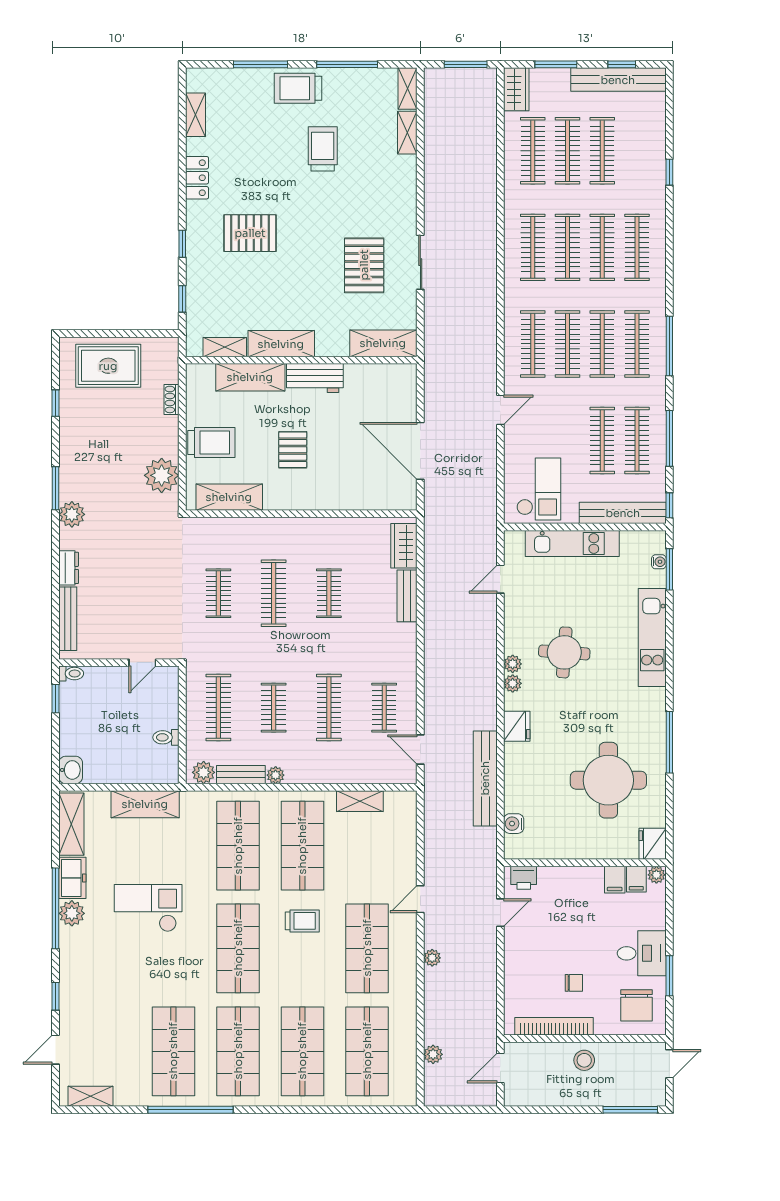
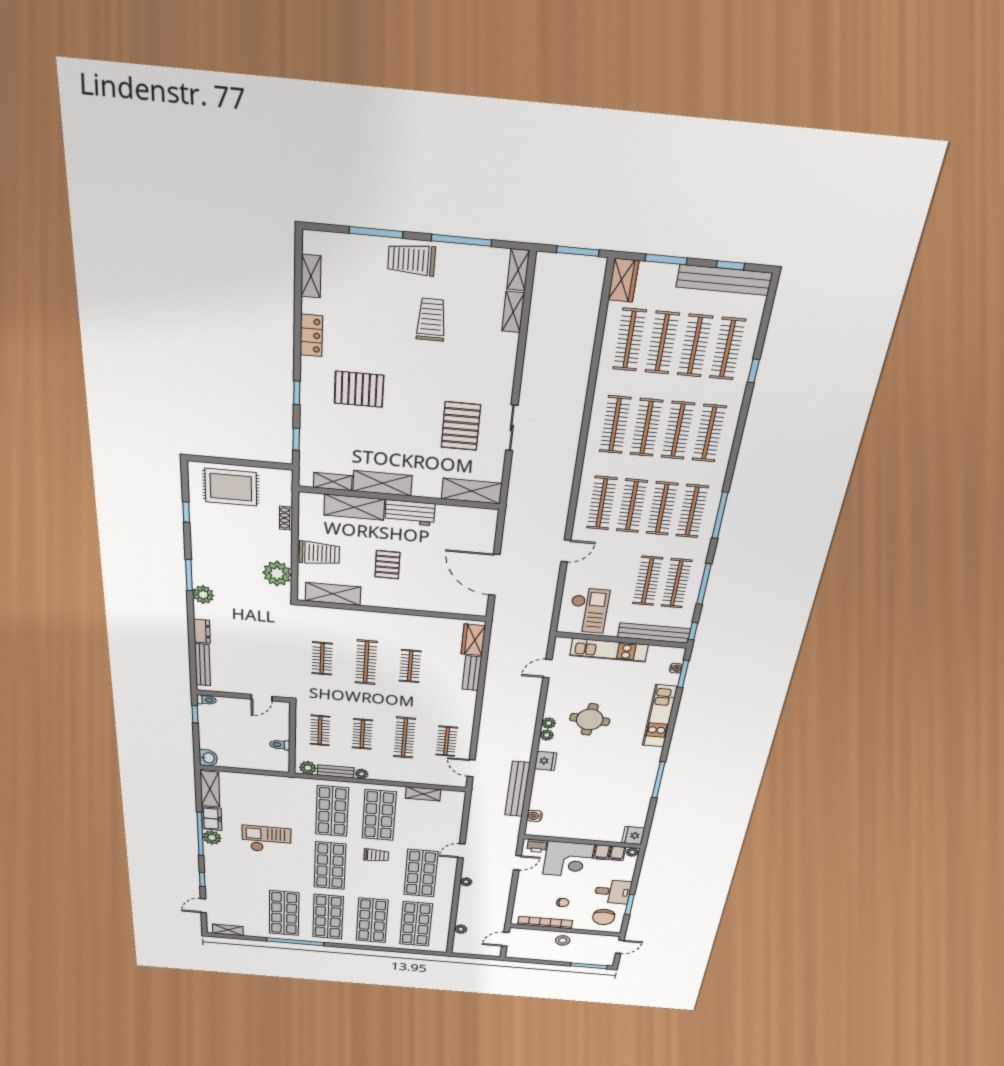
clothes rail: (637, 151) -> (728, 349), added
clothes rail: (218, 708) -> (320, 730), width x0.73
round table: (608, 780) -> (608, 798), removed
shelving: (145, 804) -> (264, 782), removed
corner desk: (570, 898) -> (568, 859), added

